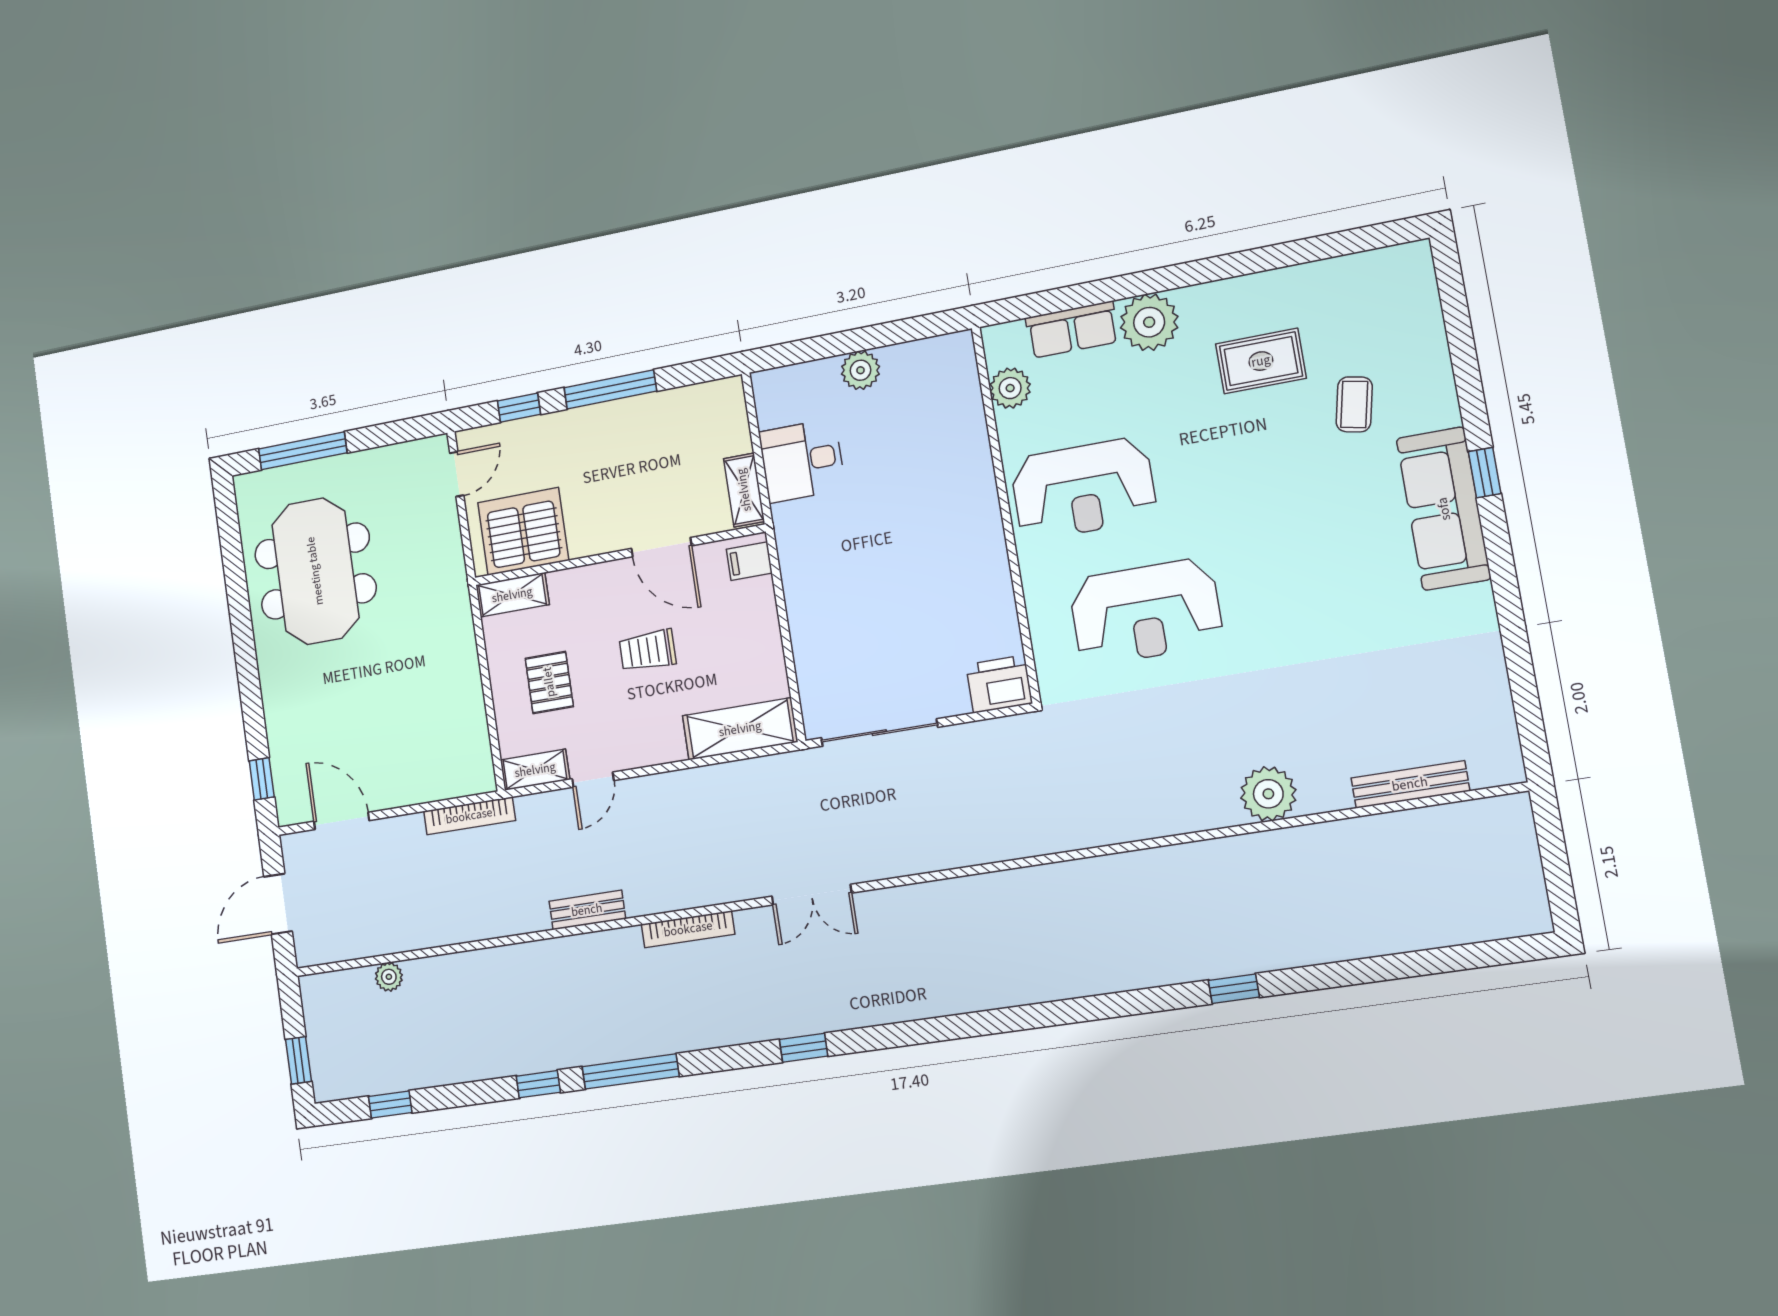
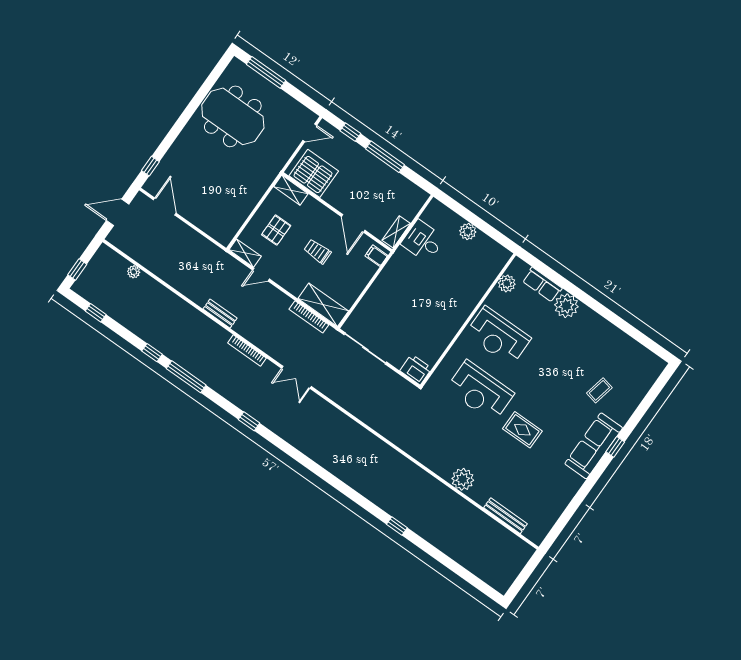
rug: (1261, 361) -> (522, 430), moved
meeting table: (315, 571) -> (233, 116), turned 90
bookcase: (469, 816) -> (309, 317), moved

